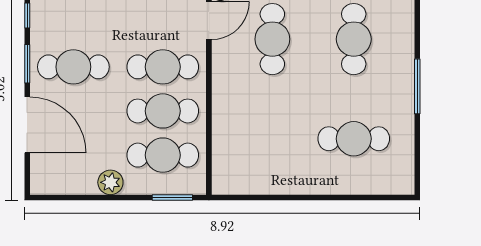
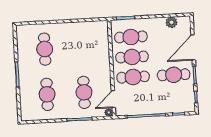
door: (27, 125) -> (193, 47), hinge flipped
cafe table: (354, 139) -> (45, 49), turned 90
plant: (110, 182) -> (171, 22), moved

